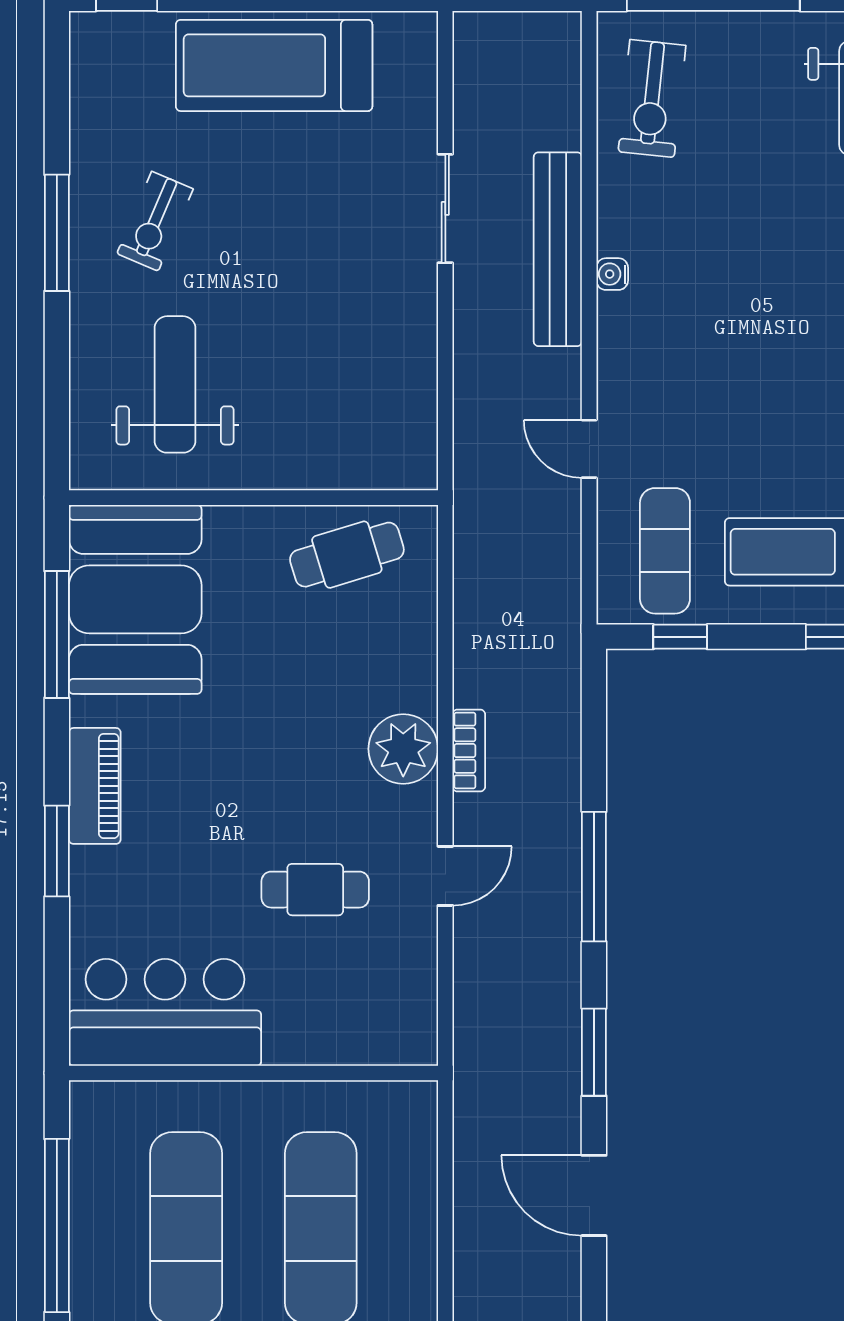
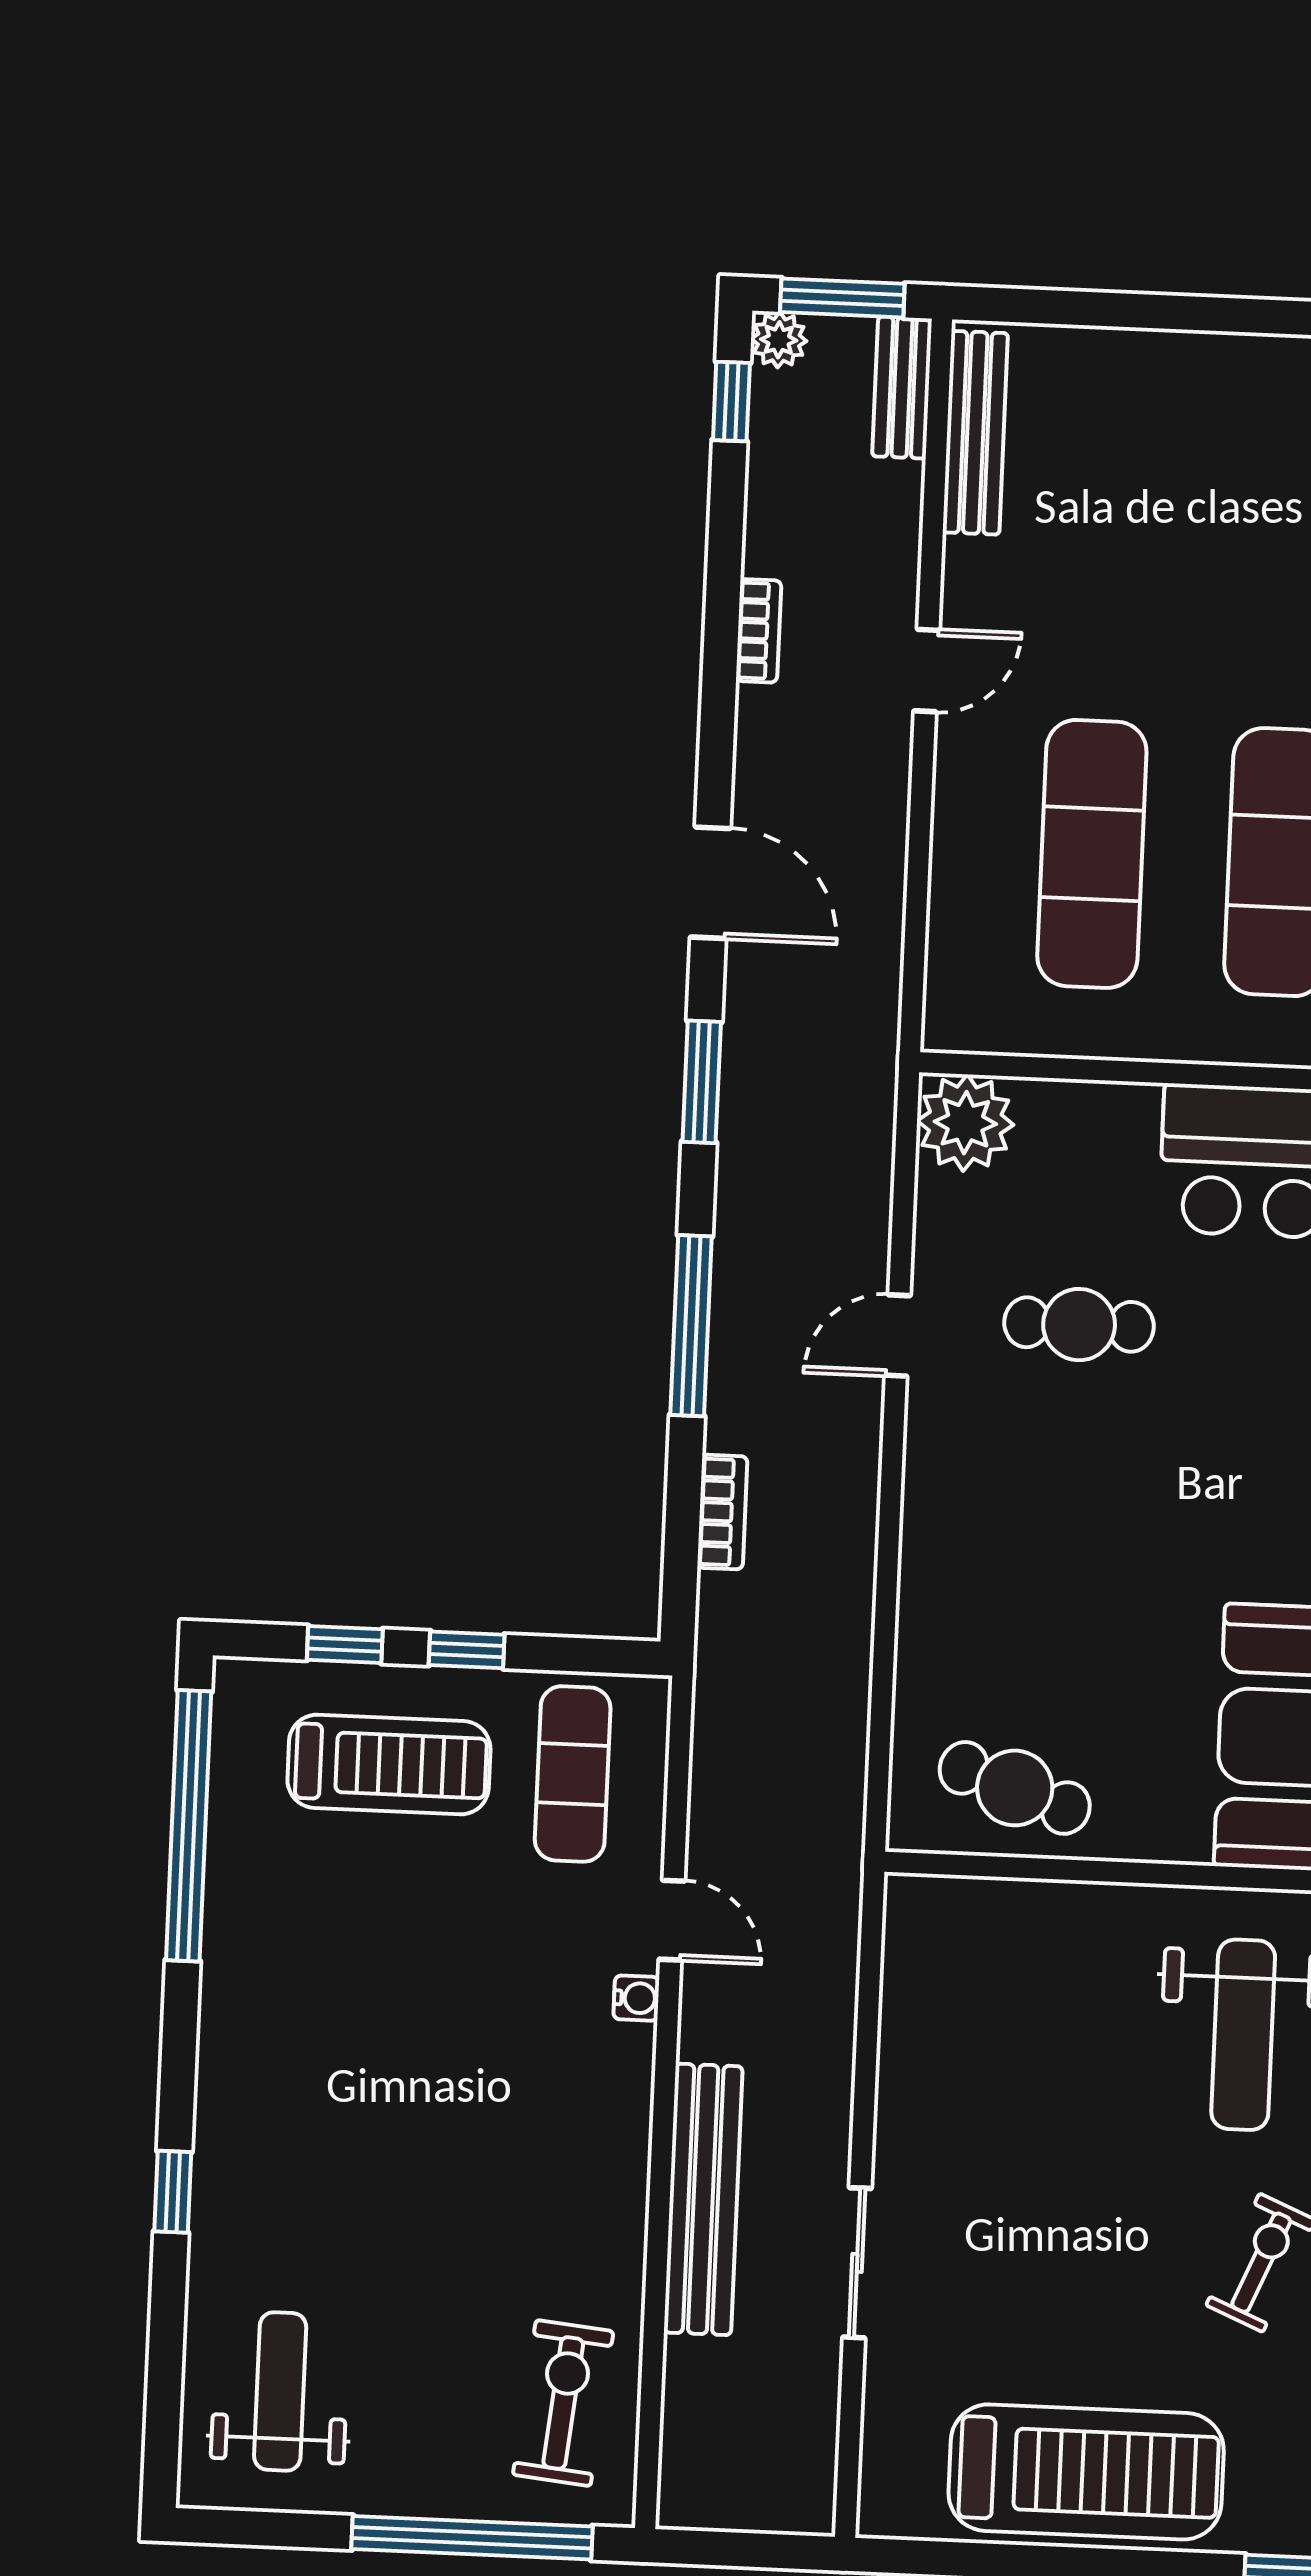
water cooler: (612, 274) -> (636, 1998), moved
cafe table: (347, 555) -> (1015, 1788), turned 36
window: (680, 637) -> (467, 1650), moved
plant: (403, 749) -> (965, 1123), moved
bookcase: (469, 751) -> (722, 1512), moved, turned 180

